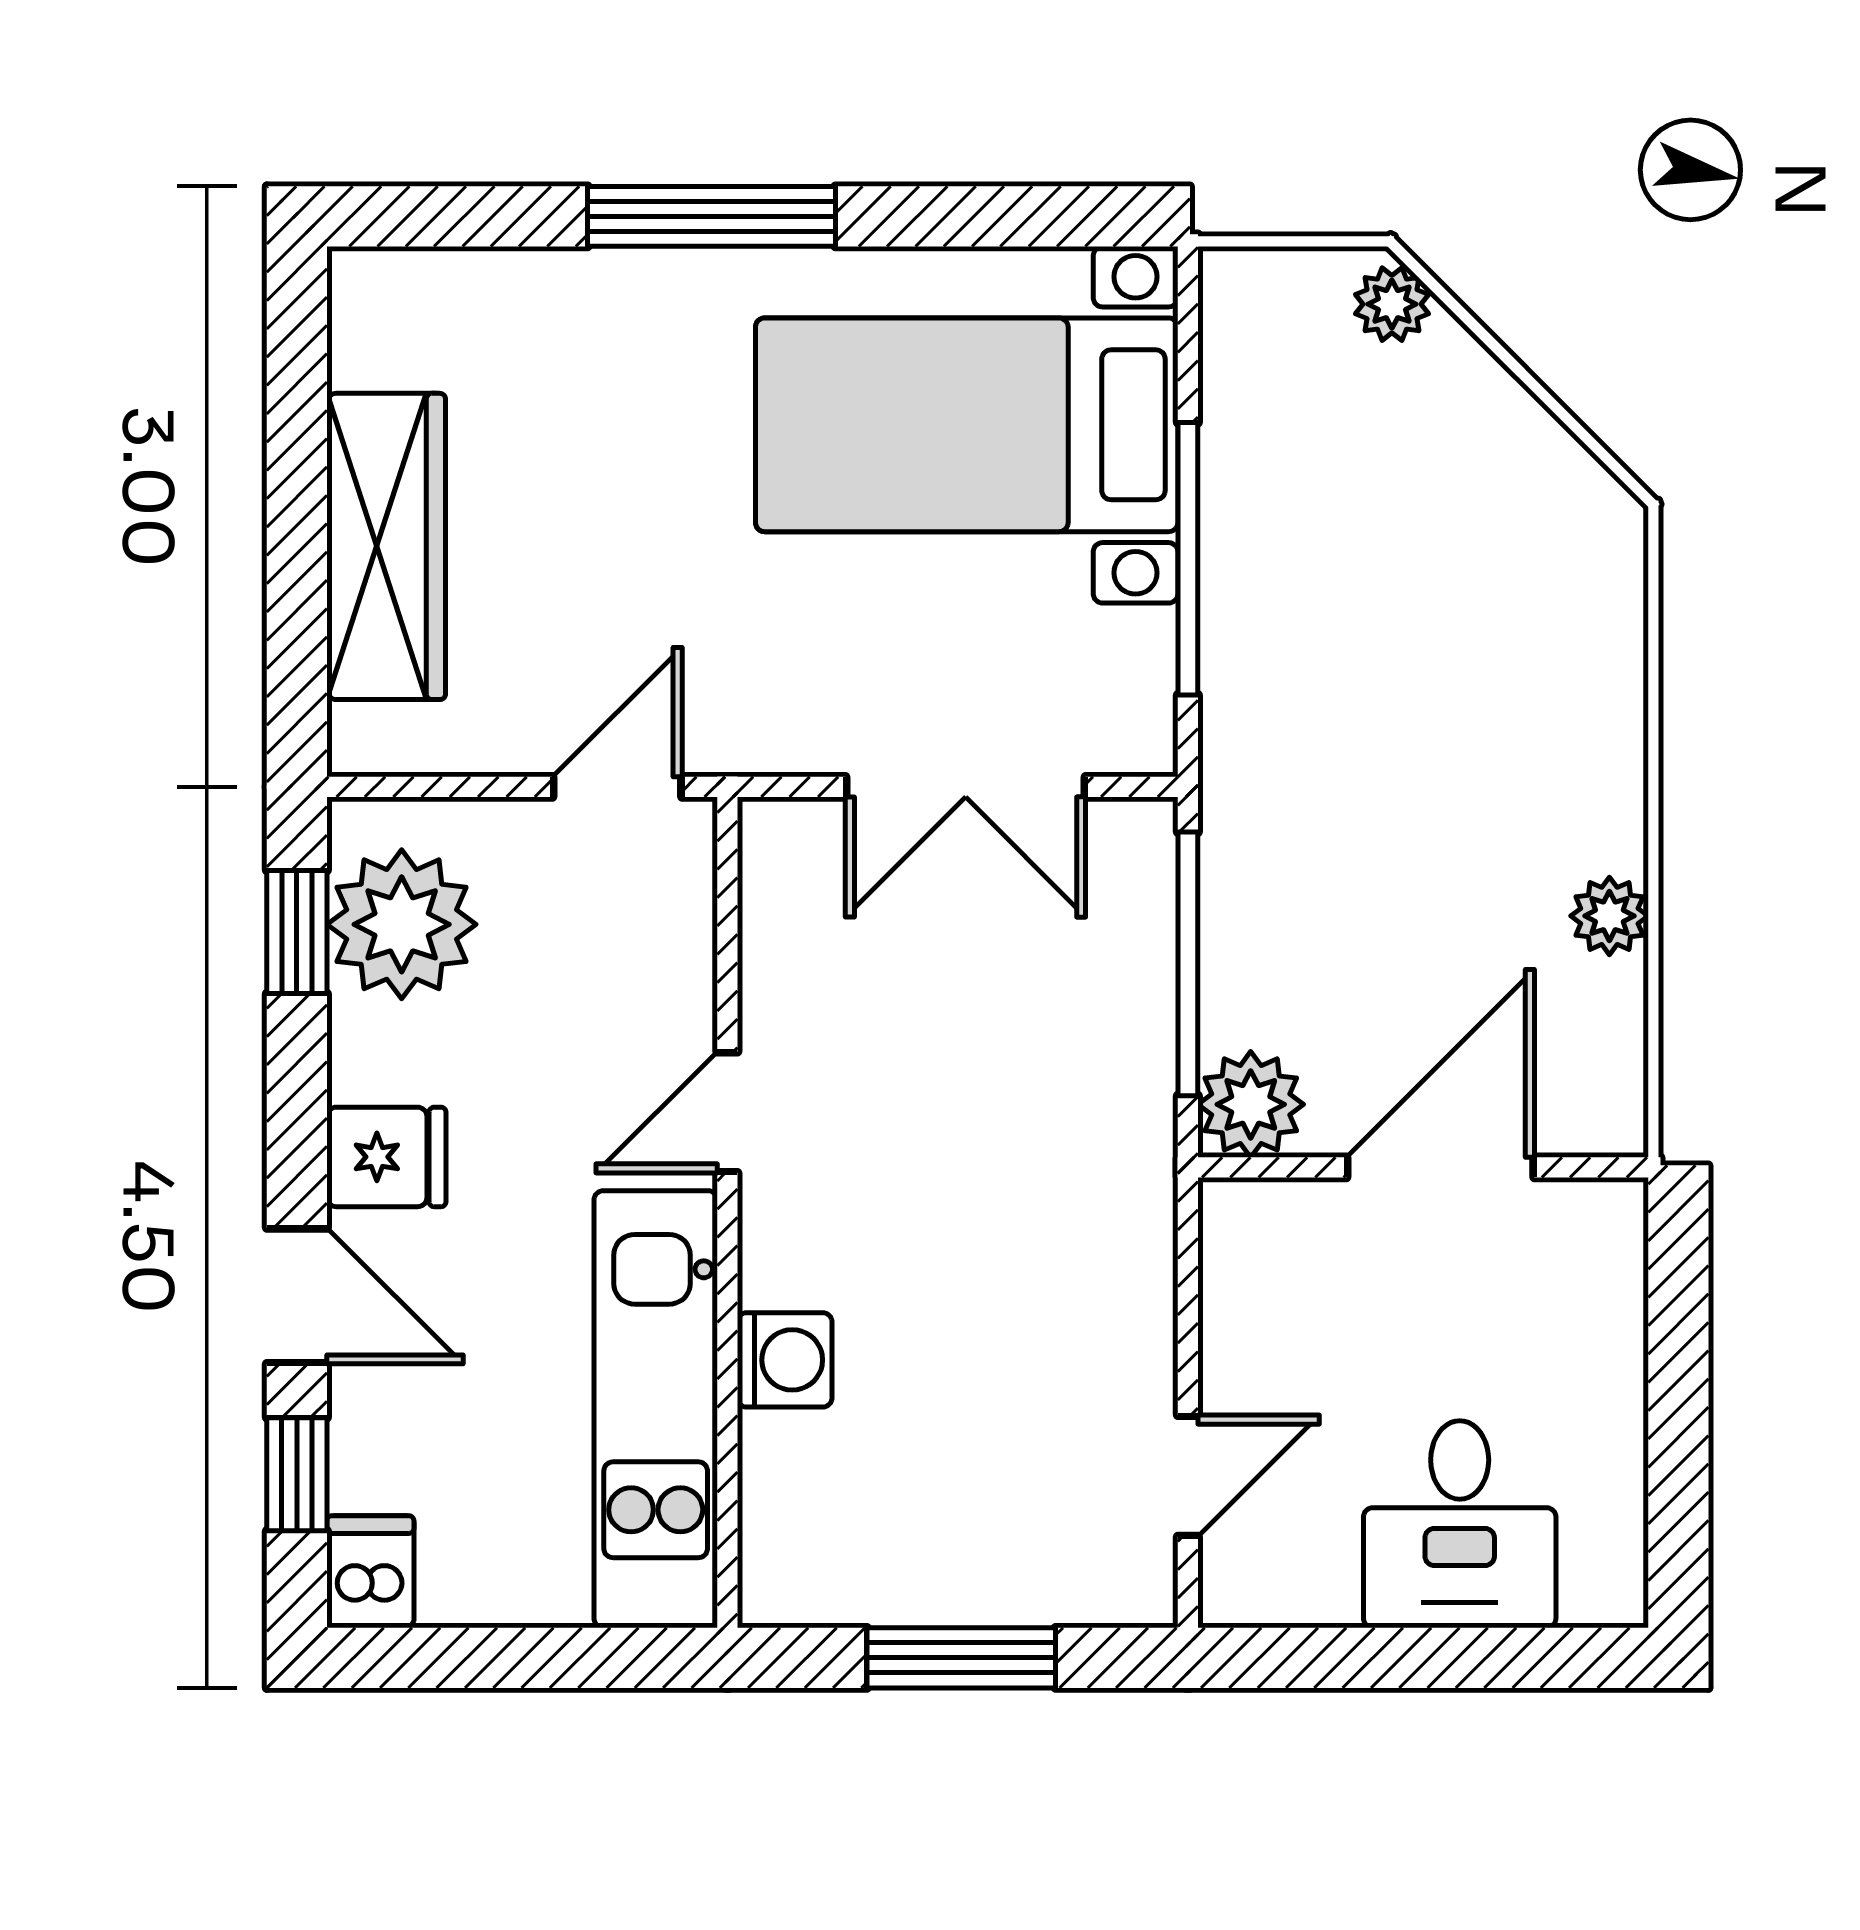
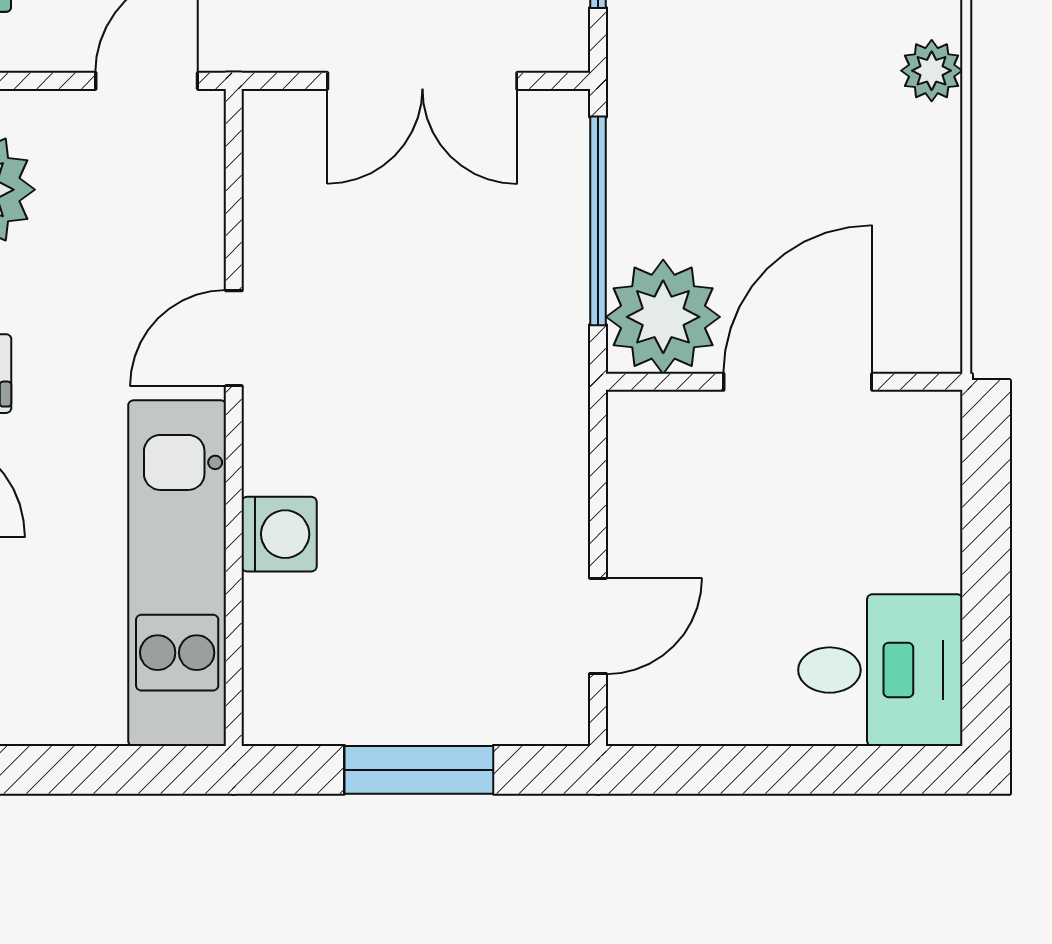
plant: (1609, 916) -> (932, 71), moved
plant: (1251, 1104) -> (663, 317), width x1.36, depth x1.36
desk: (1460, 1524) -> (880, 670), moved, turned -90

